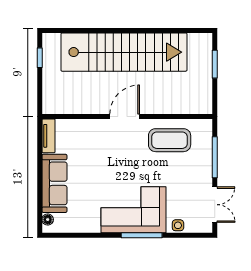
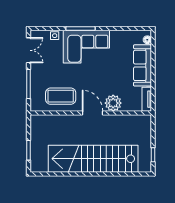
door: (125, 116) -> (93, 113), swing flipped
plant: (96, 130) -> (113, 103), added
double door: (215, 205) -> (28, 50), swing flipped

